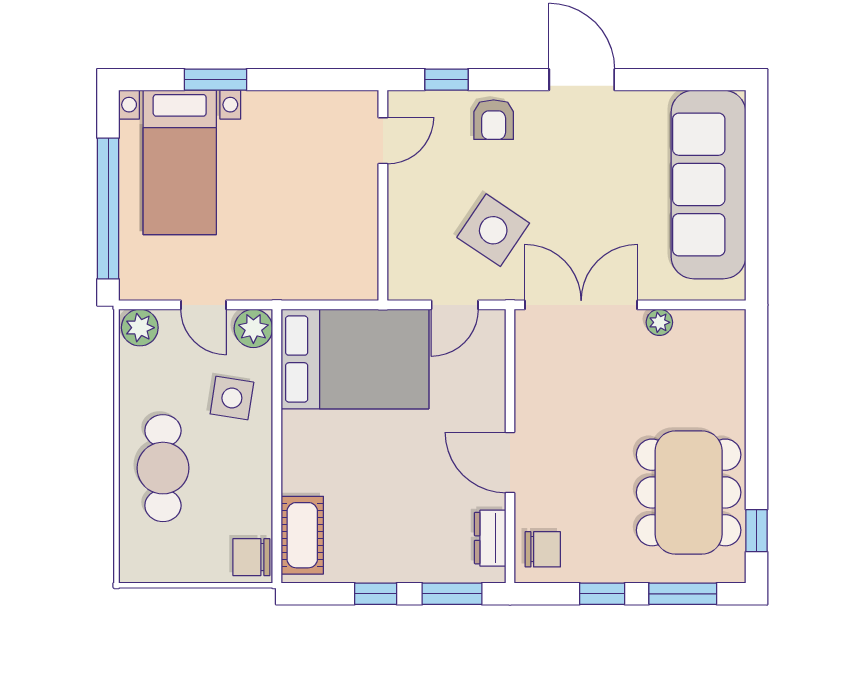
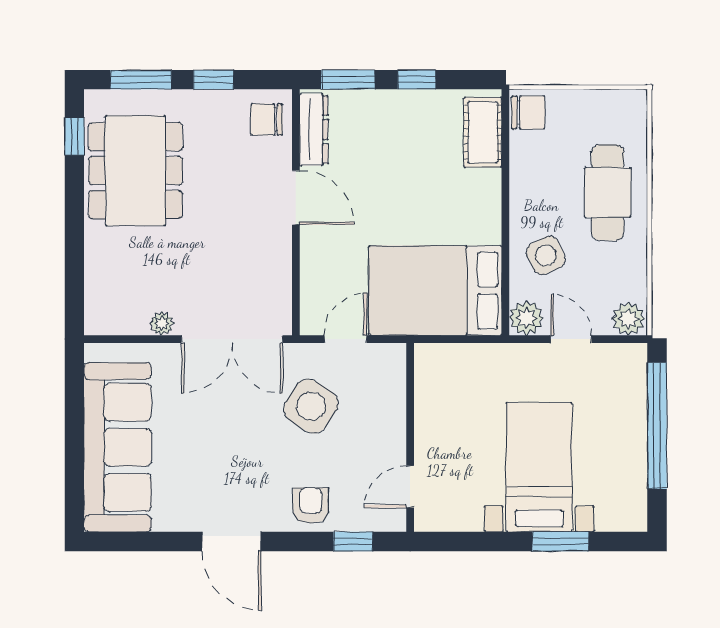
bed with nightstands: (180, 162) -> (539, 467), moved
side table: (232, 398) -> (546, 255), turned -33
dresser: (490, 538) -> (314, 130), width x1.44

